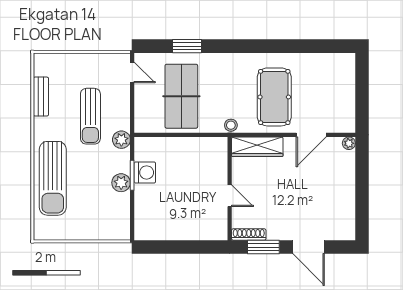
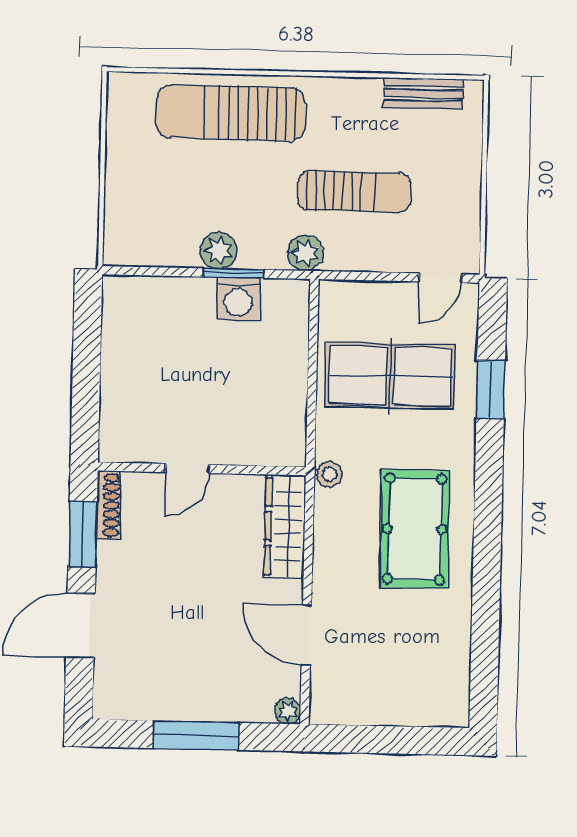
bench: (41, 97) -> (423, 94), moved
pool table: (274, 97) -> (415, 529), moved, turned 90
sun lounger: (90, 116) -> (354, 192), turned 180
window: (362, 188) -> (196, 735), added

